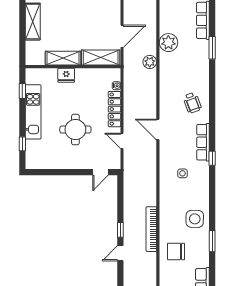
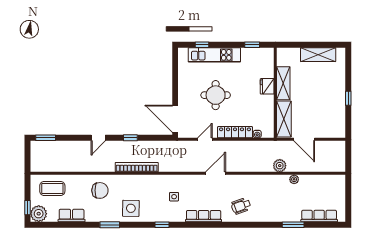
plant: (168, 43) -> (294, 179), width x0.53, depth x0.53
kitchen unit: (33, 112) -> (214, 55), moved
window: (212, 158) -> (162, 225), moved
door: (100, 172) -> (175, 119), width x1.87
bookcase: (151, 229) -> (137, 167), moved
window: (120, 230) -> (130, 138), moved
chair: (176, 251) -> (100, 190), turned 90
door: (120, 253) -> (98, 138), swing flipped

